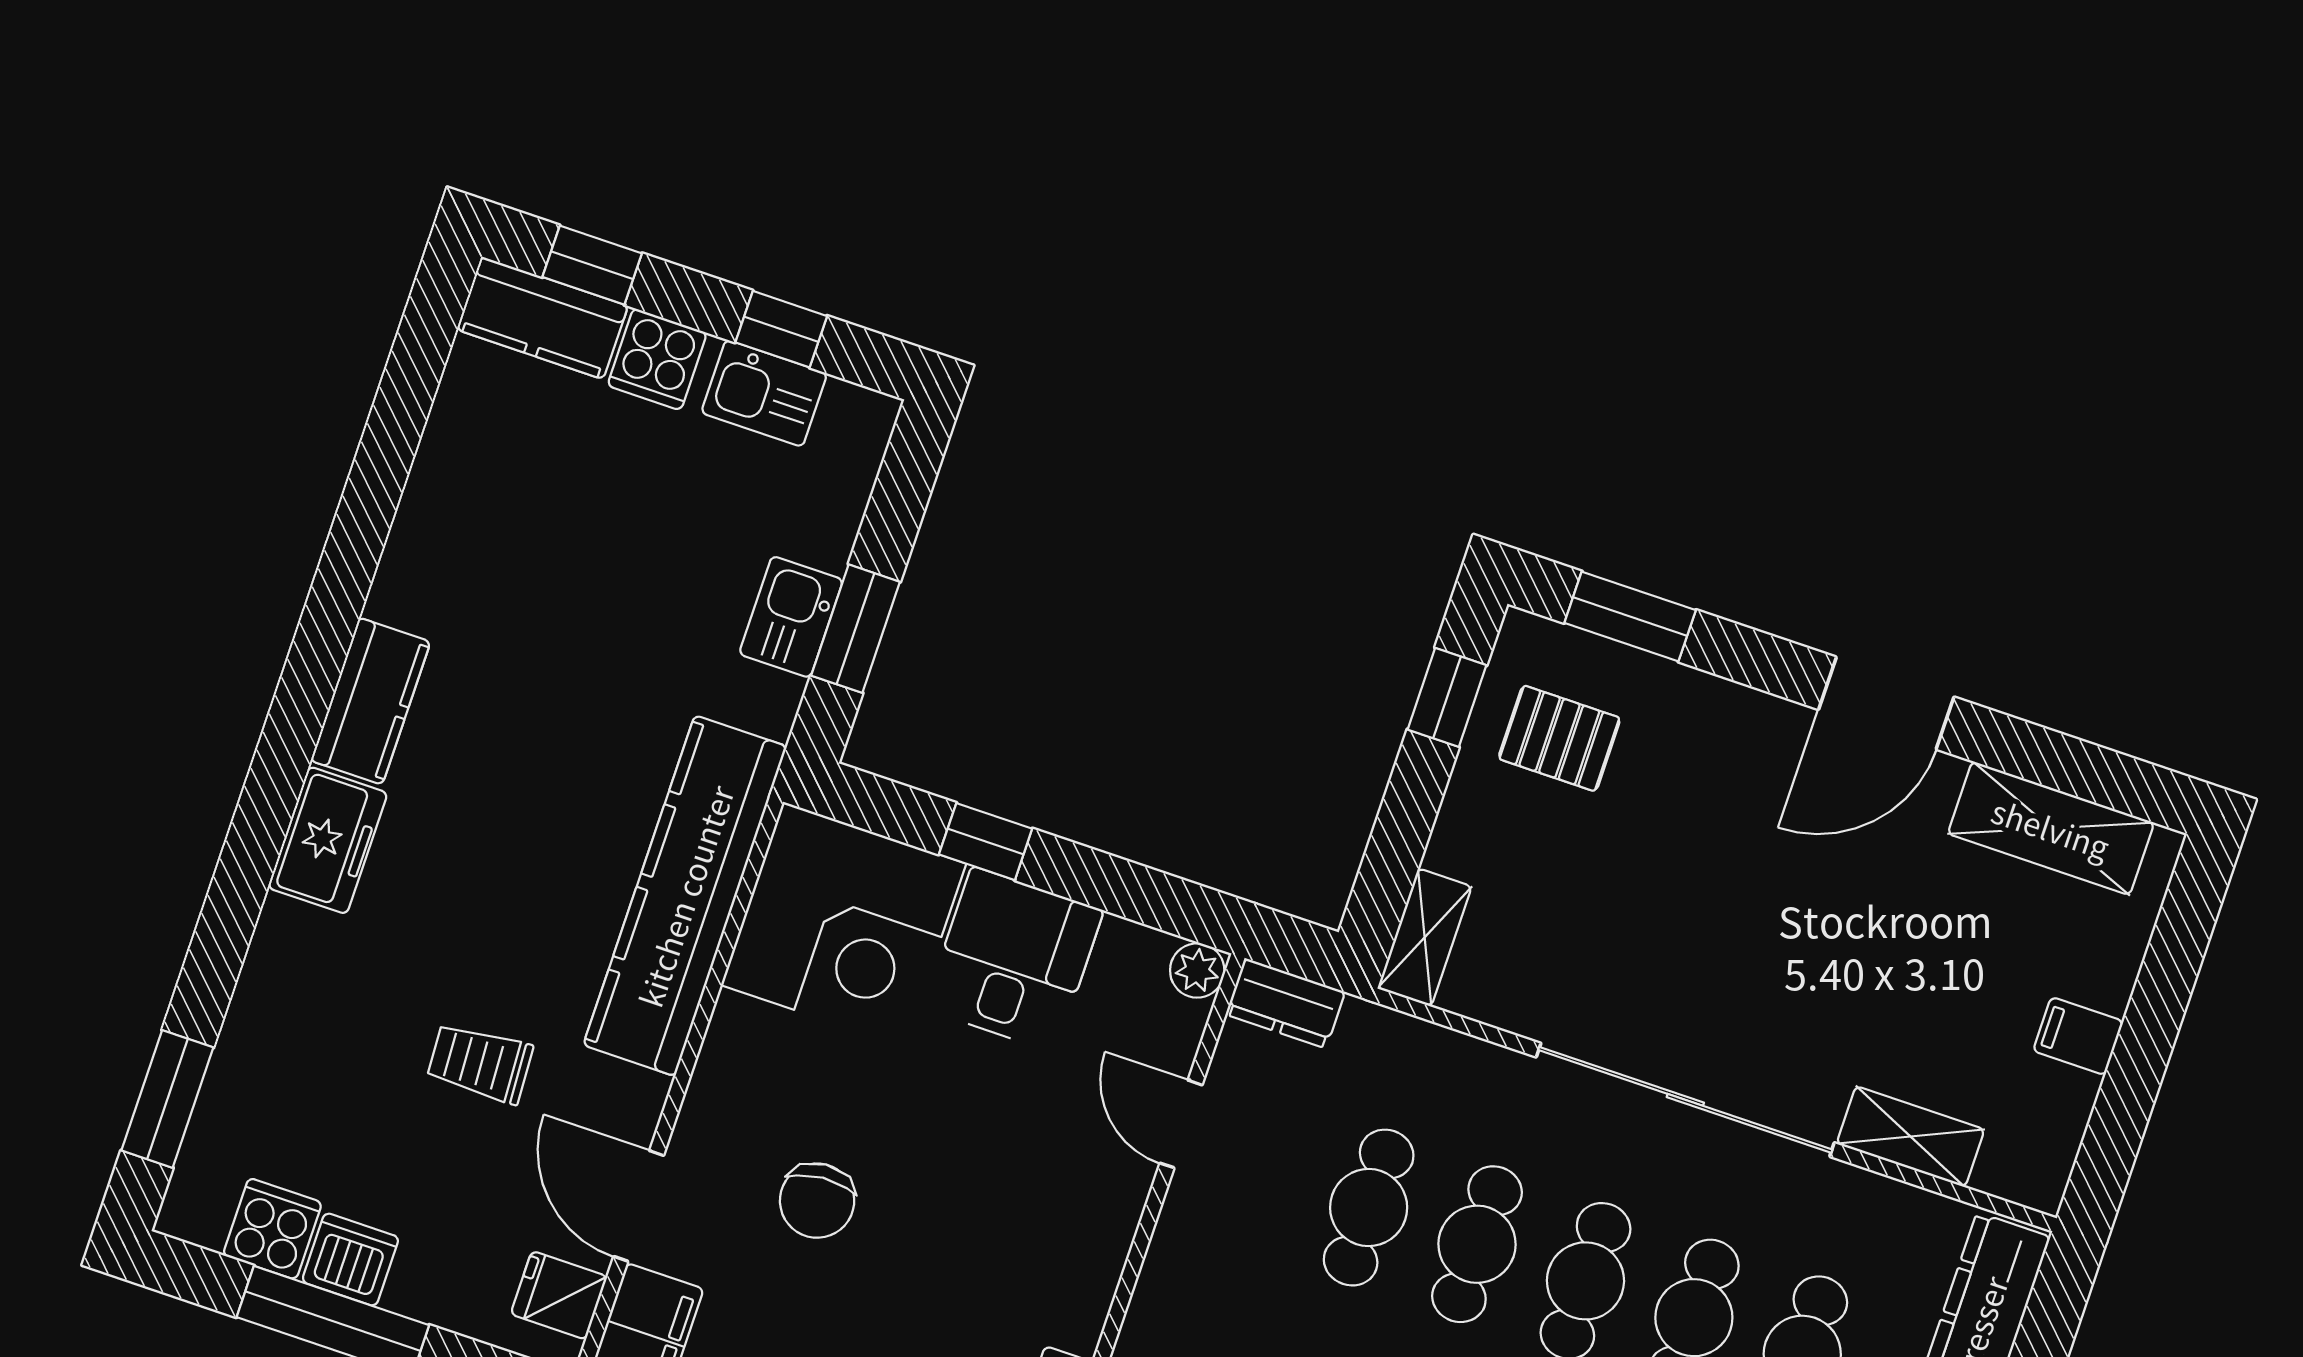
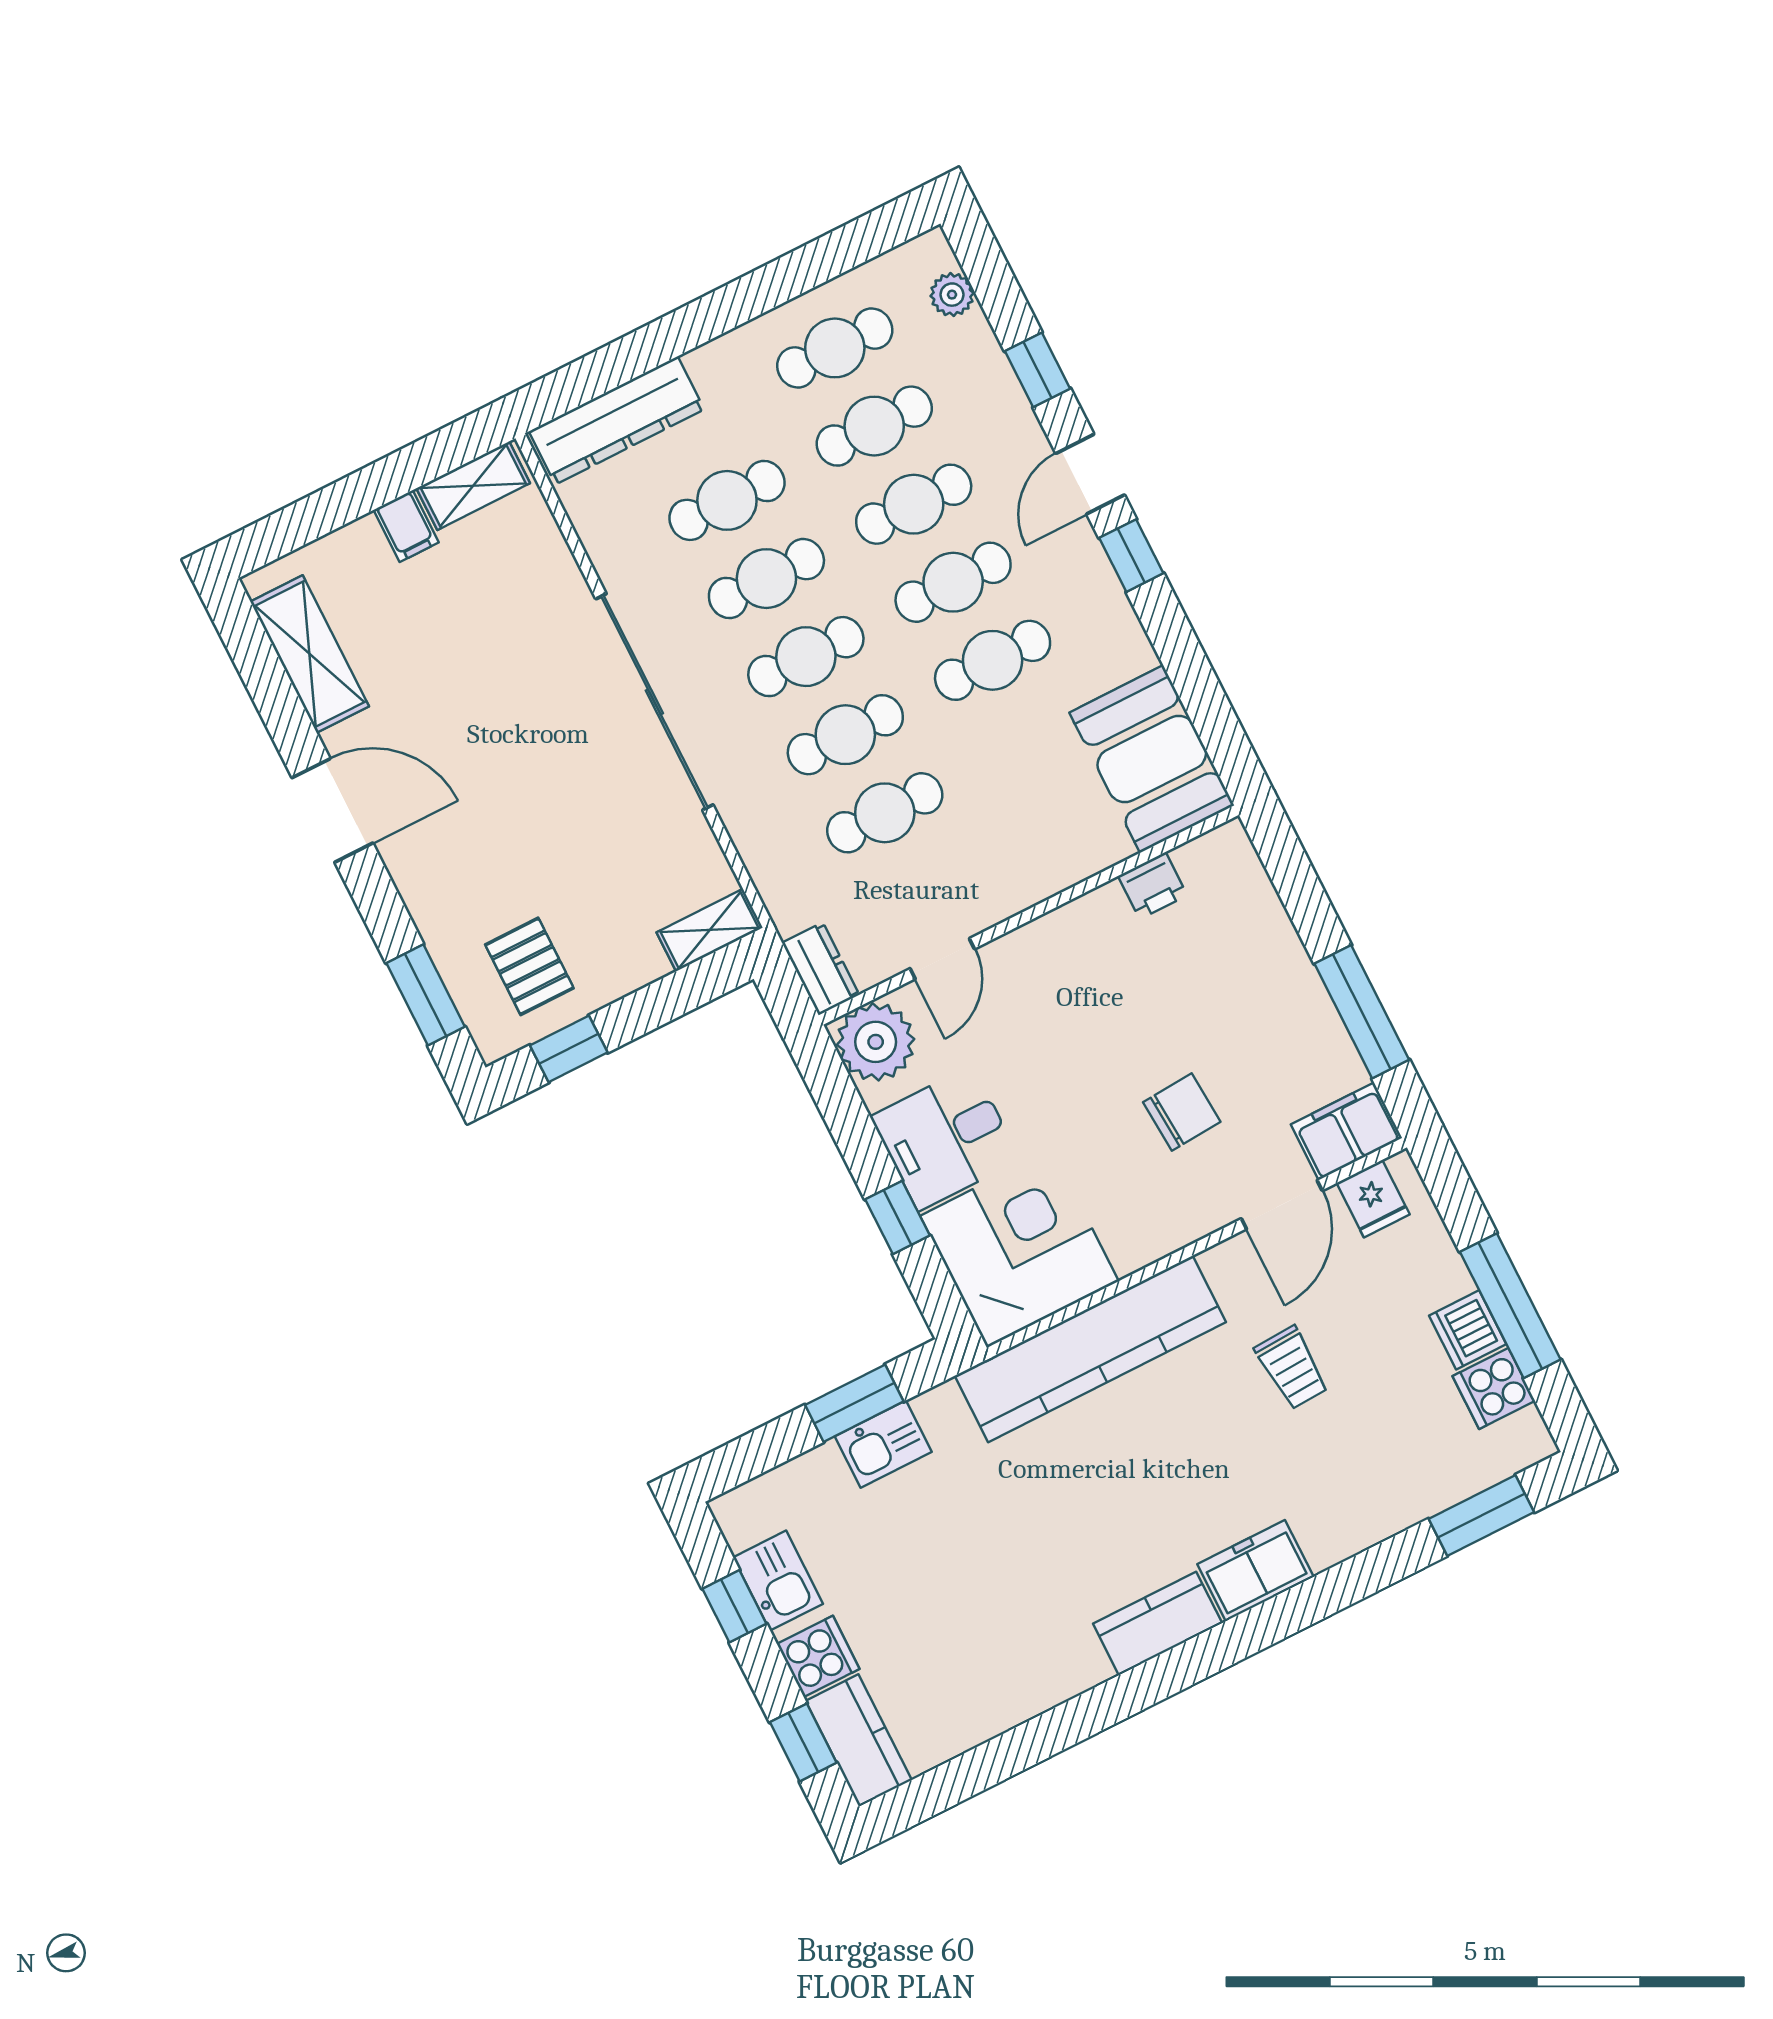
plant: (1197, 970) -> (876, 1042), width x1.88, depth x1.88
shelving: (1910, 1137) -> (473, 486), moved, turned 90

